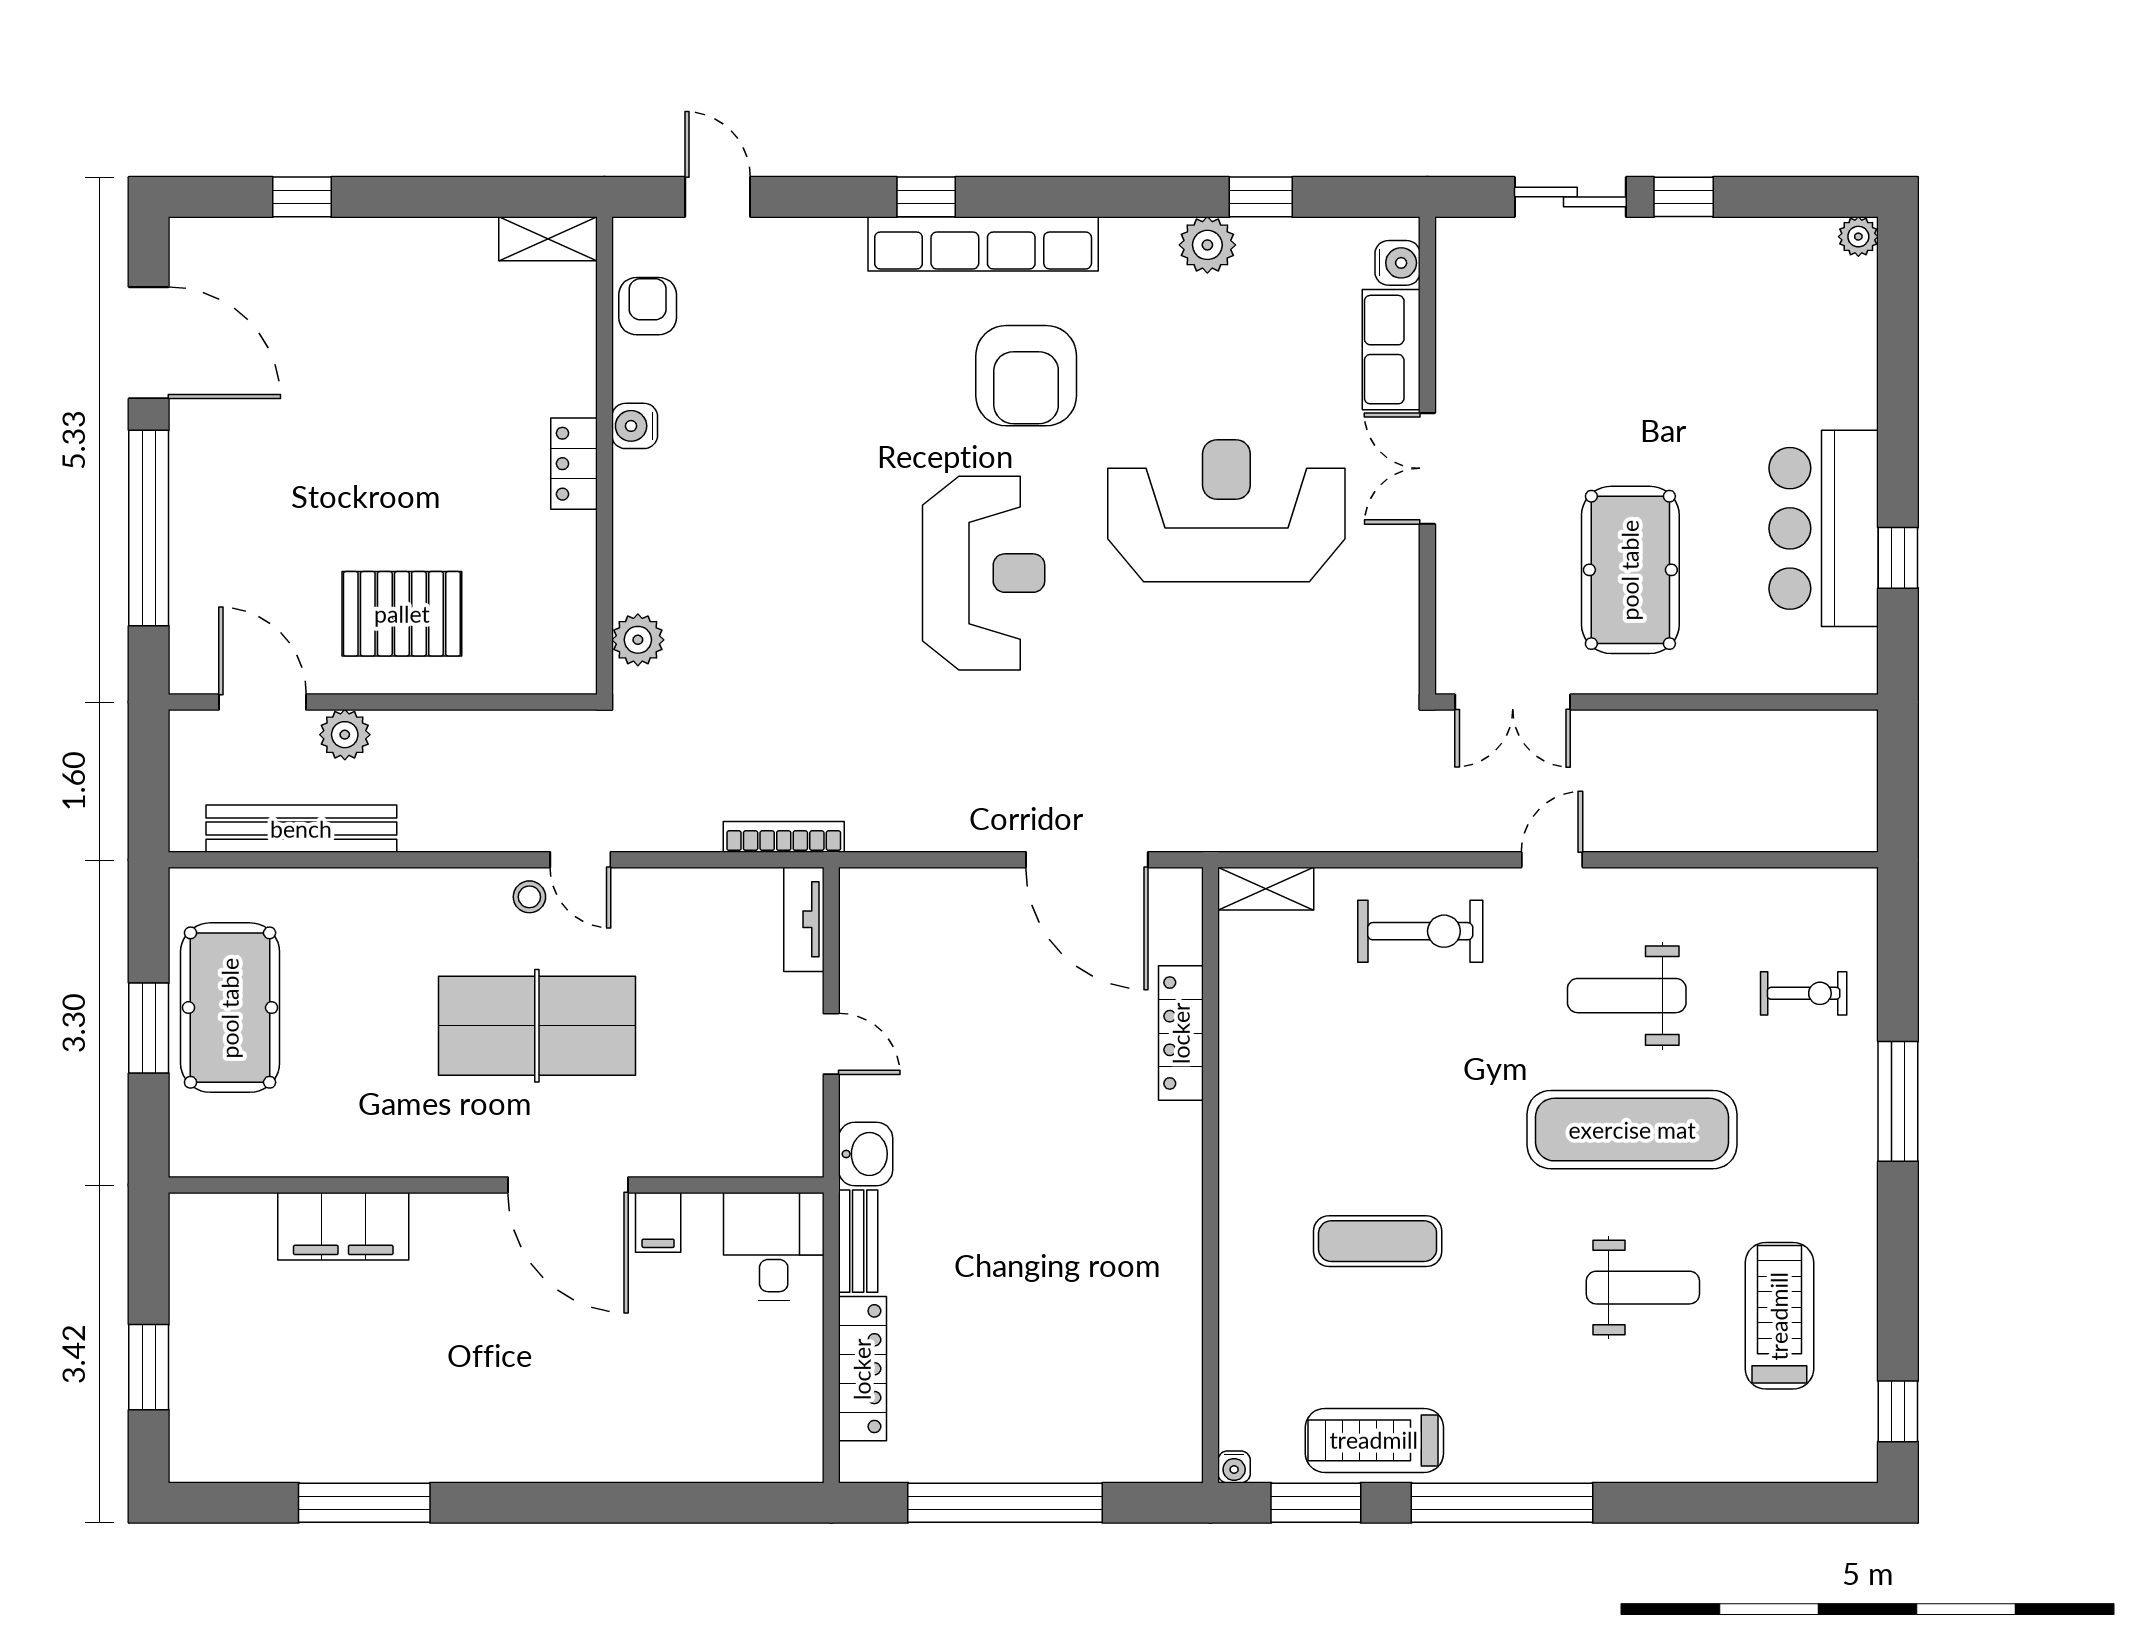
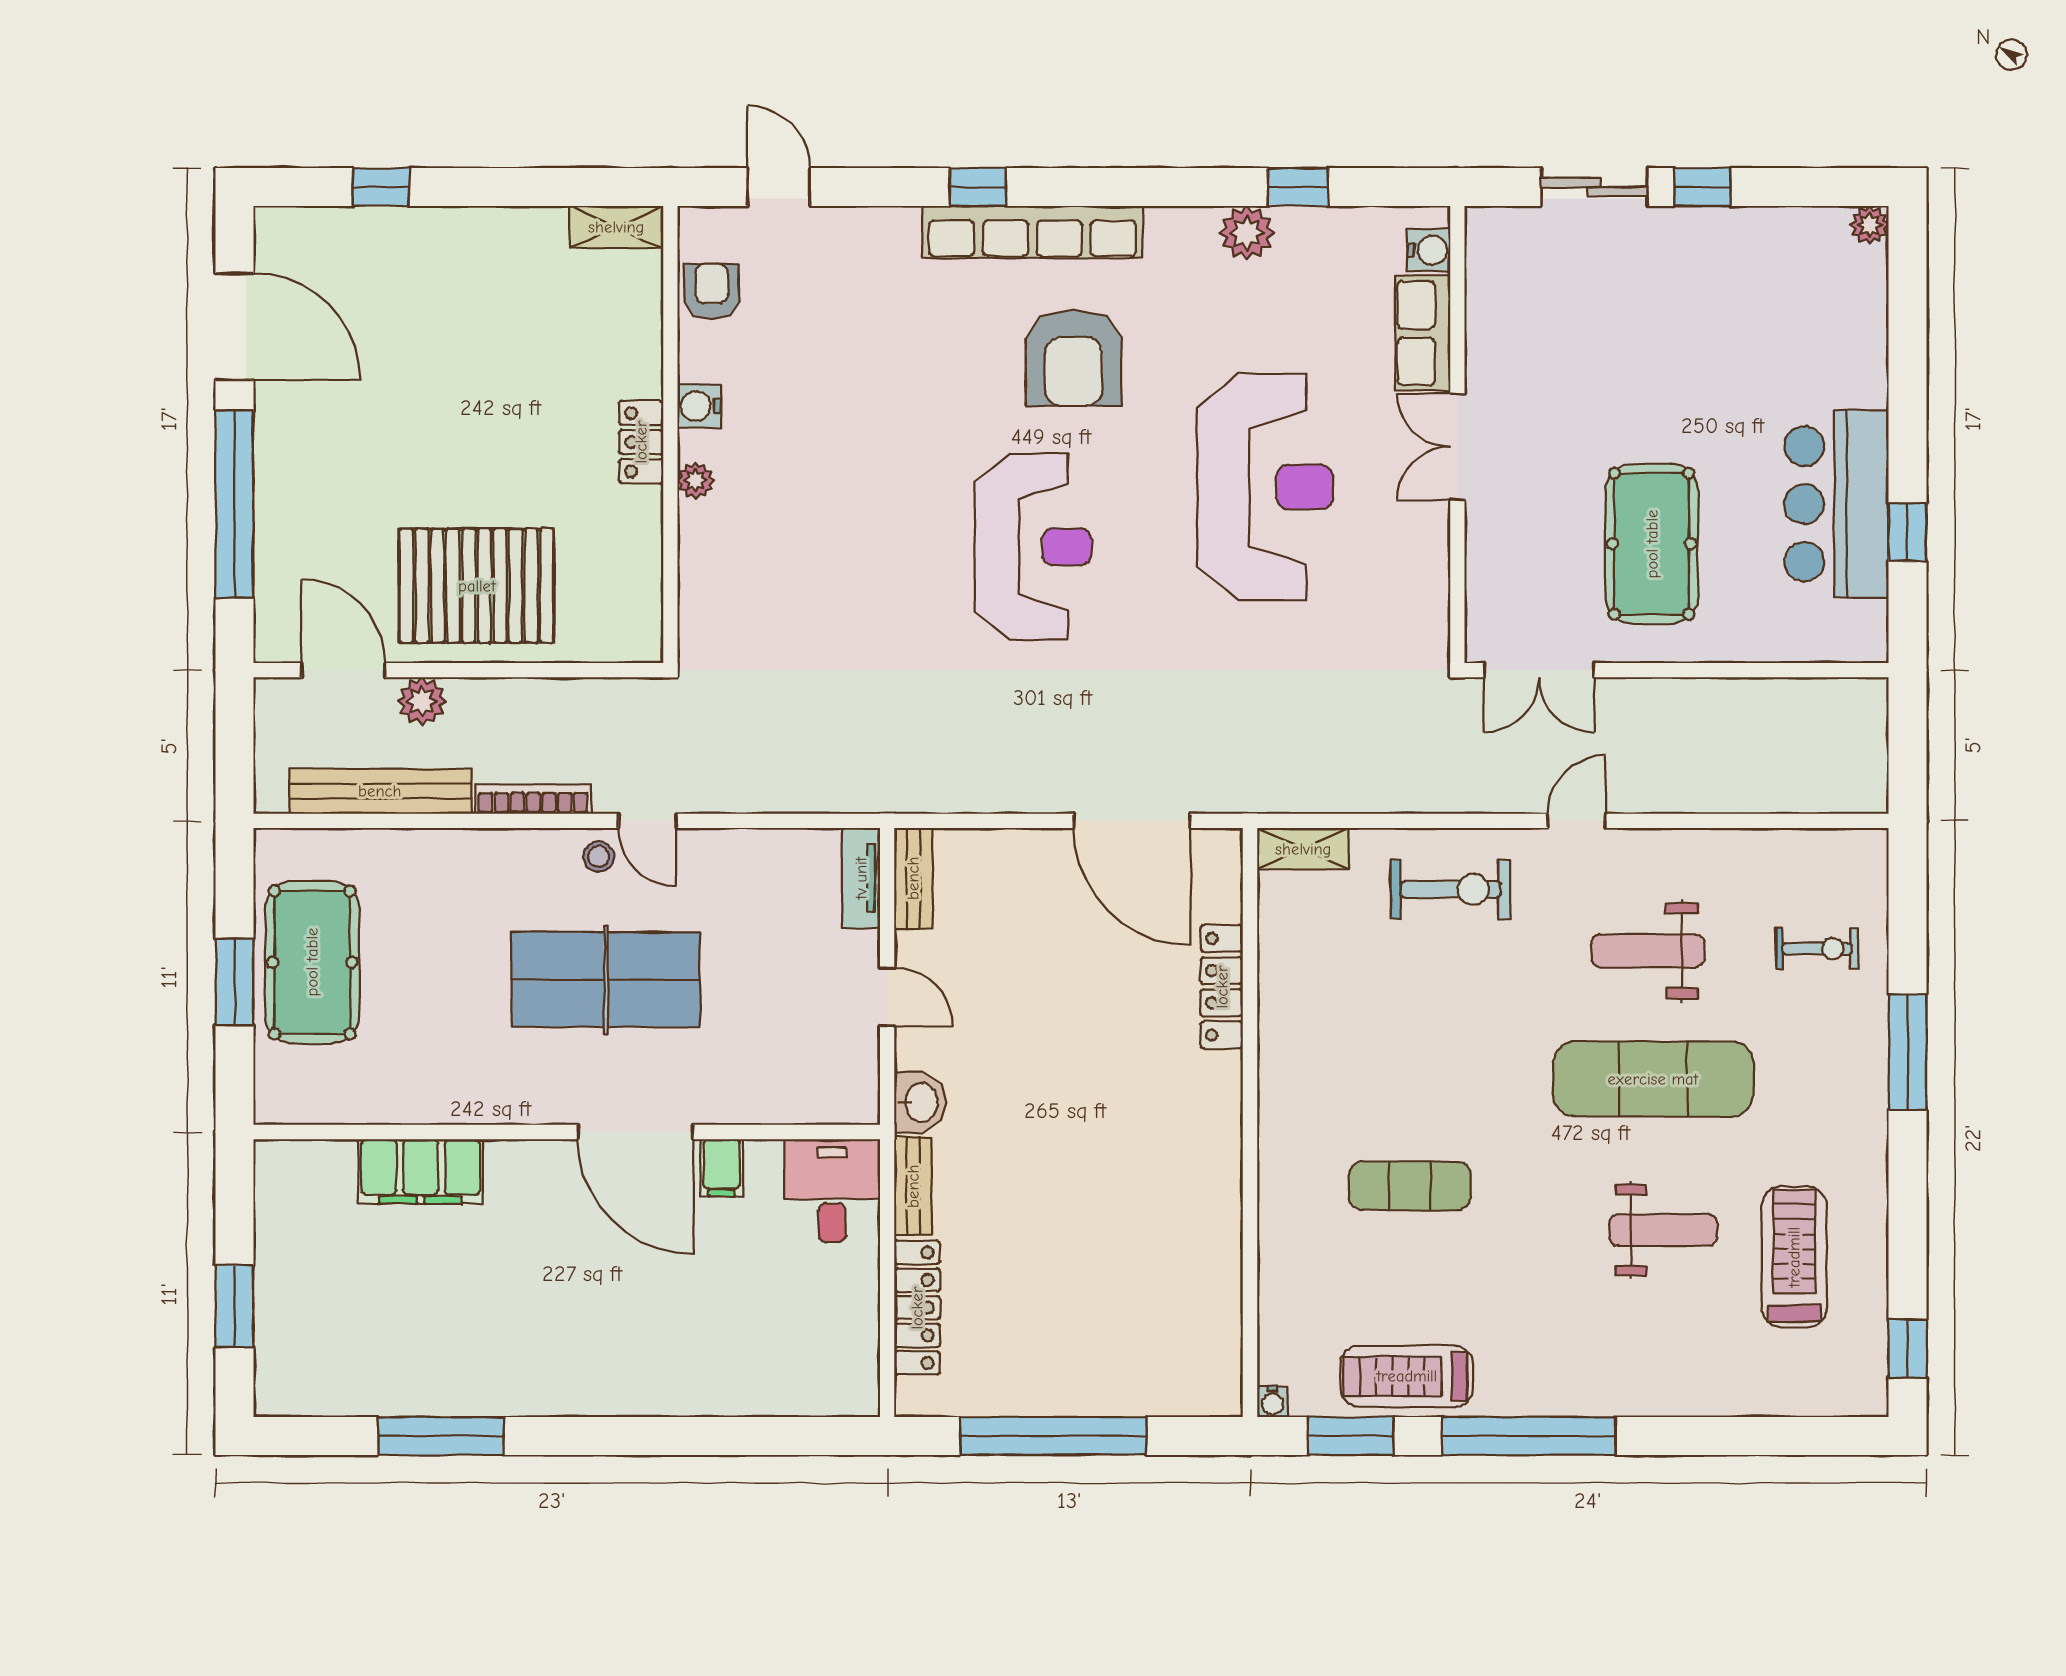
reception desk: (1226, 511) -> (1265, 487), turned 90
pallet: (402, 614) -> (477, 586), width x1.37, depth x1.41
plant: (638, 640) -> (695, 480), moved, width x0.73, depth x0.73
bookcase: (784, 837) -> (533, 799), moved
bench: (859, 920) -> (913, 878), added

